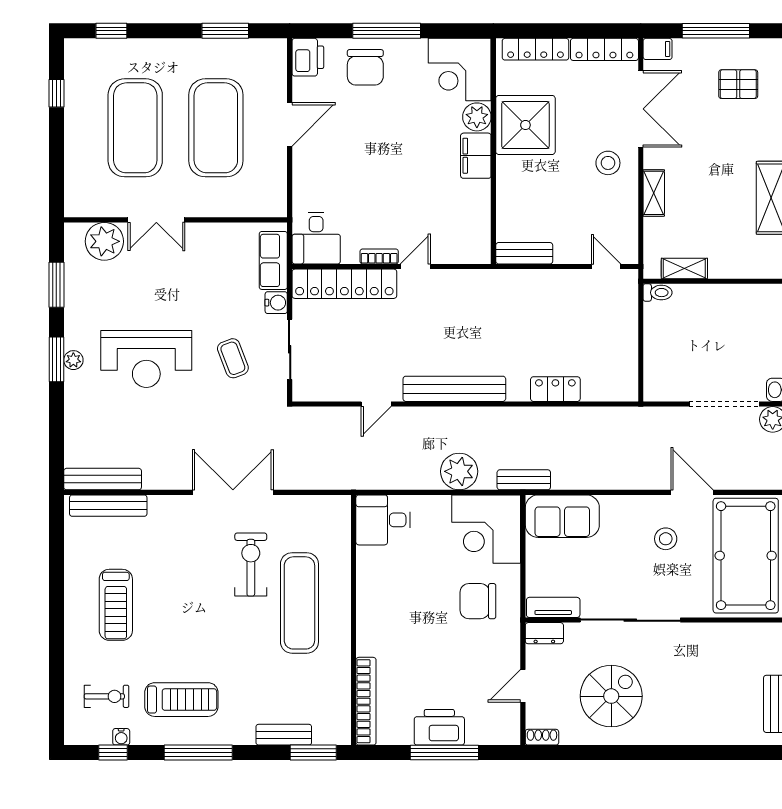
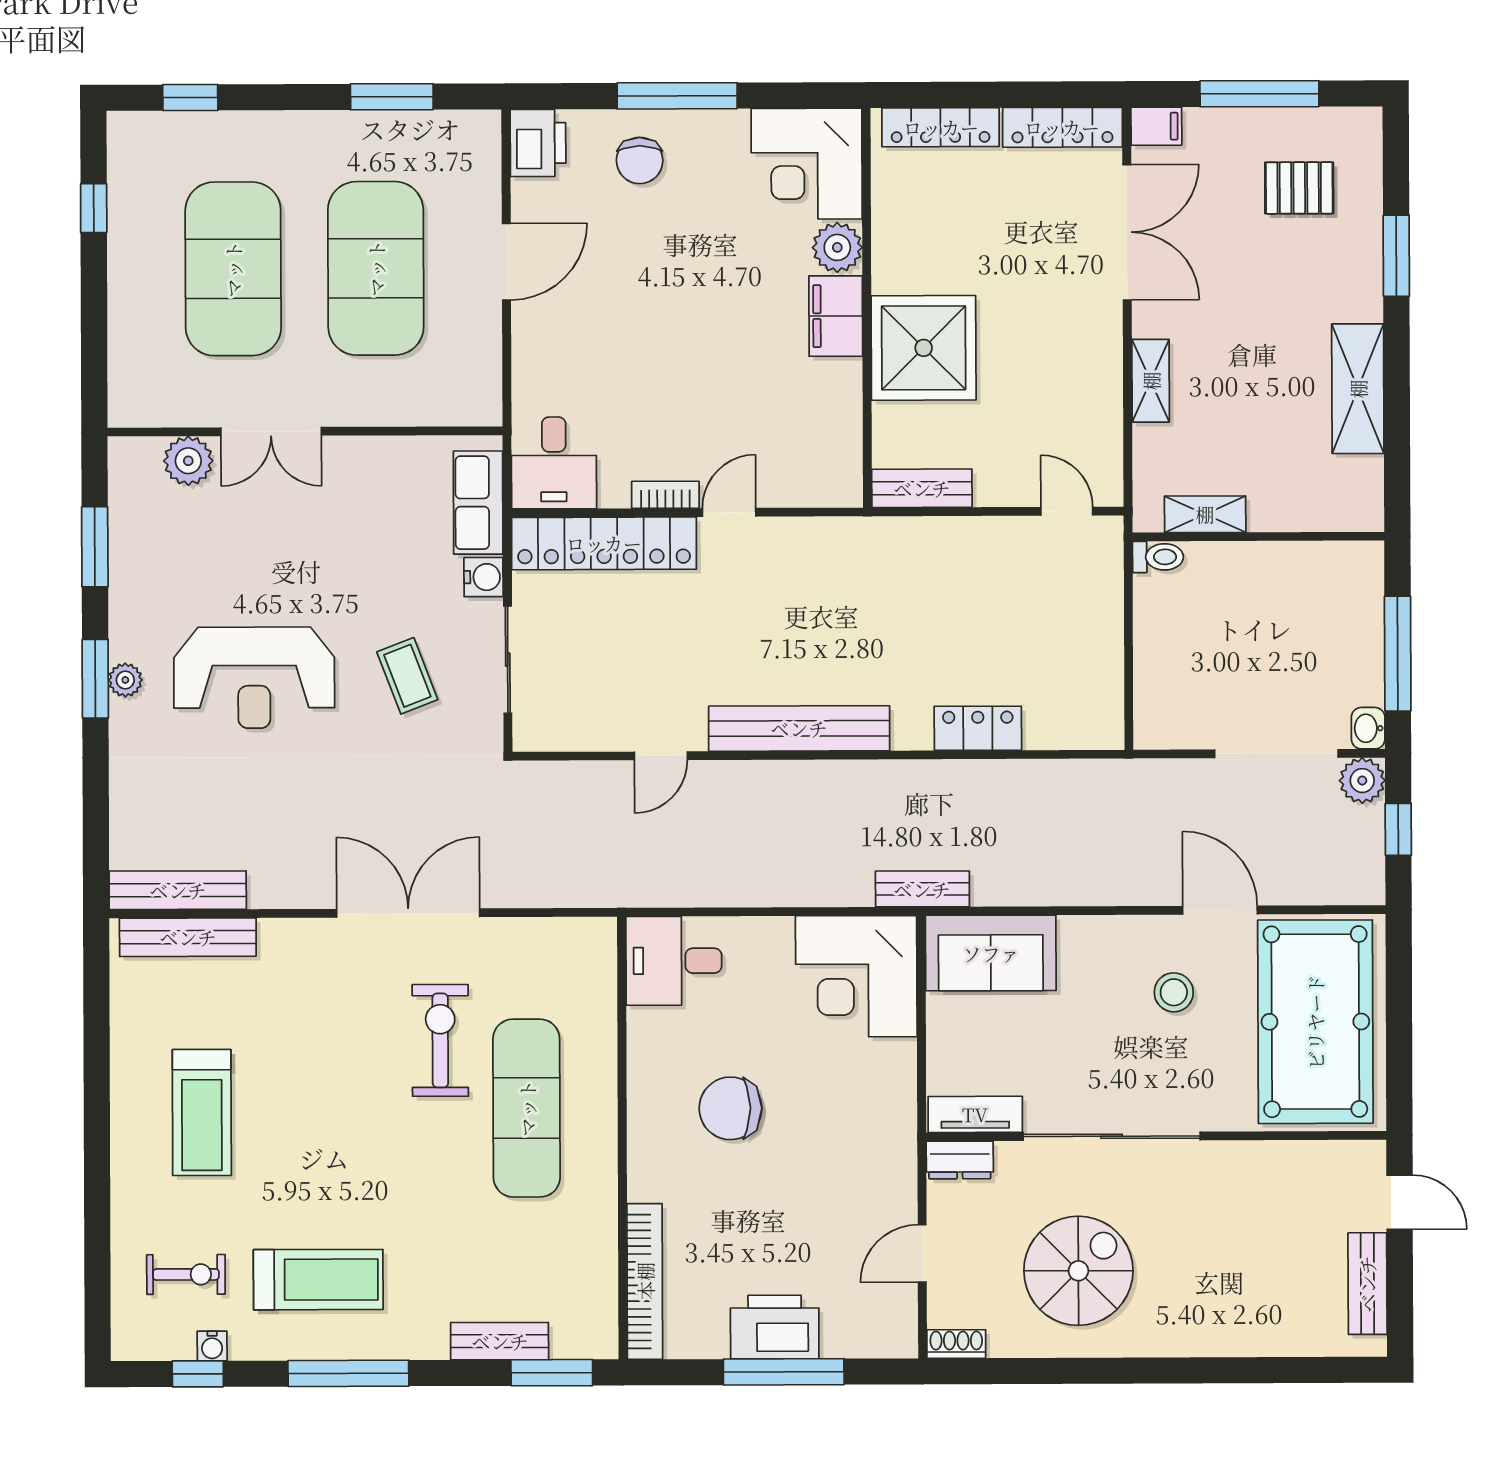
chair: (365, 67) -> (640, 161), width x0.73, depth x0.73
shower: (525, 125) -> (924, 348), moved
stool: (608, 163) -> (1069, 328), removed
plant: (104, 241) -> (188, 461), width x0.73, depth x0.73
plant: (459, 471) -> (808, 875), removed
chair: (478, 601) -> (730, 1108), moved

